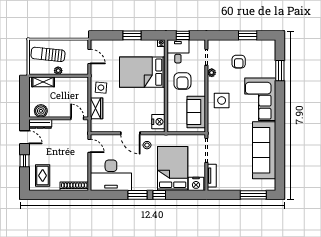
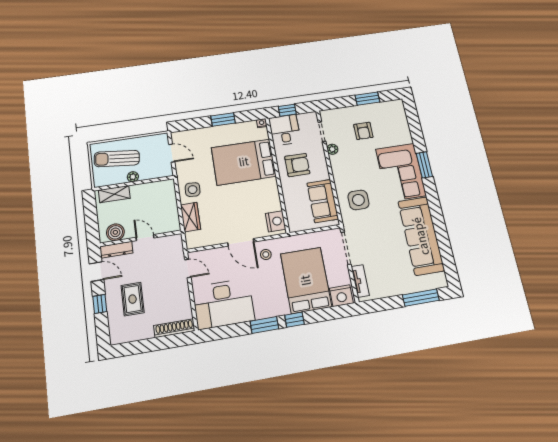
window: (280, 71) -> (424, 165), moved
armchair: (182, 81) -> (297, 165), turned -90
side table: (222, 100) -> (358, 200), moved
door: (77, 118) -> (145, 238), moved
rug: (43, 176) -> (133, 299), moved

